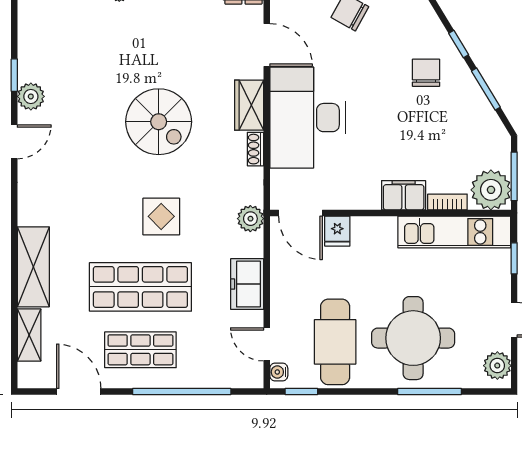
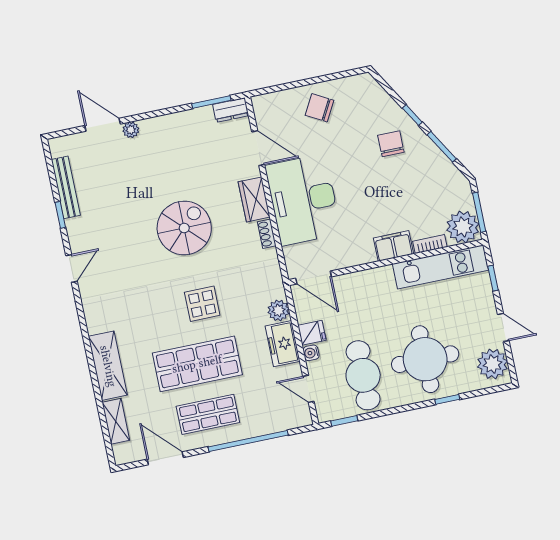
bench: (28, 44) -> (66, 187), added
plant: (31, 96) -> (77, 229), removed
spiral stairs: (159, 122) -> (184, 228), turned -90
plant: (250, 219) -> (278, 310), moved
fridge: (337, 231) -> (312, 333), moved, turned -90
plant: (497, 366) -> (493, 364), width x1.36, depth x1.36
water cooler: (279, 372) -> (311, 353), moved
window: (429, 392) -> (447, 399), width x0.46

